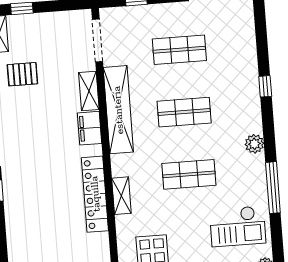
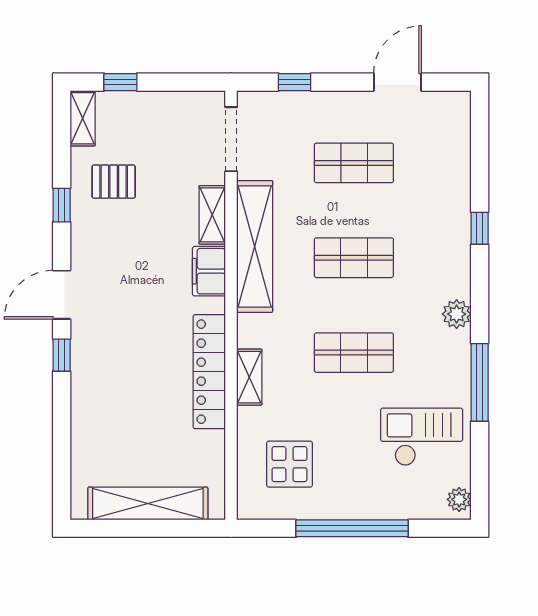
checkout: (238, 226) -> (422, 437), turned 180

